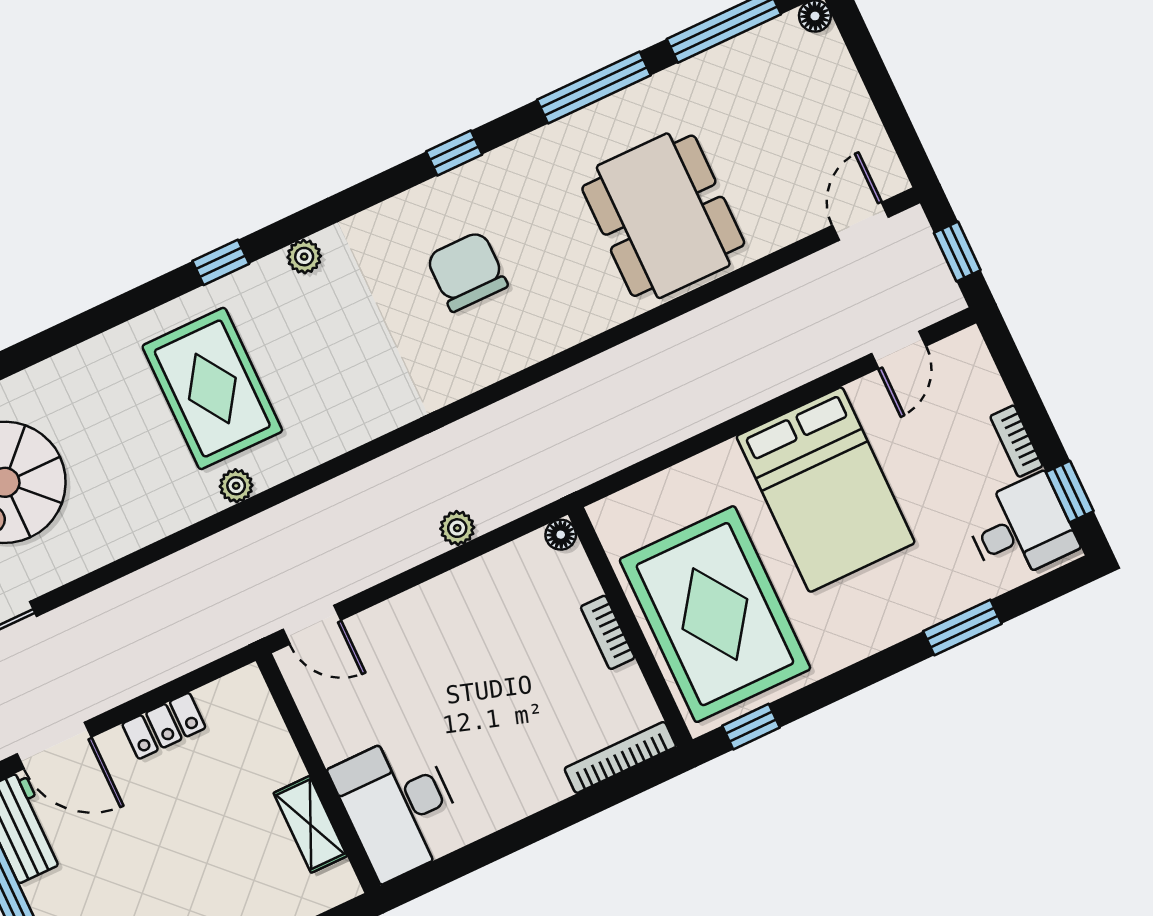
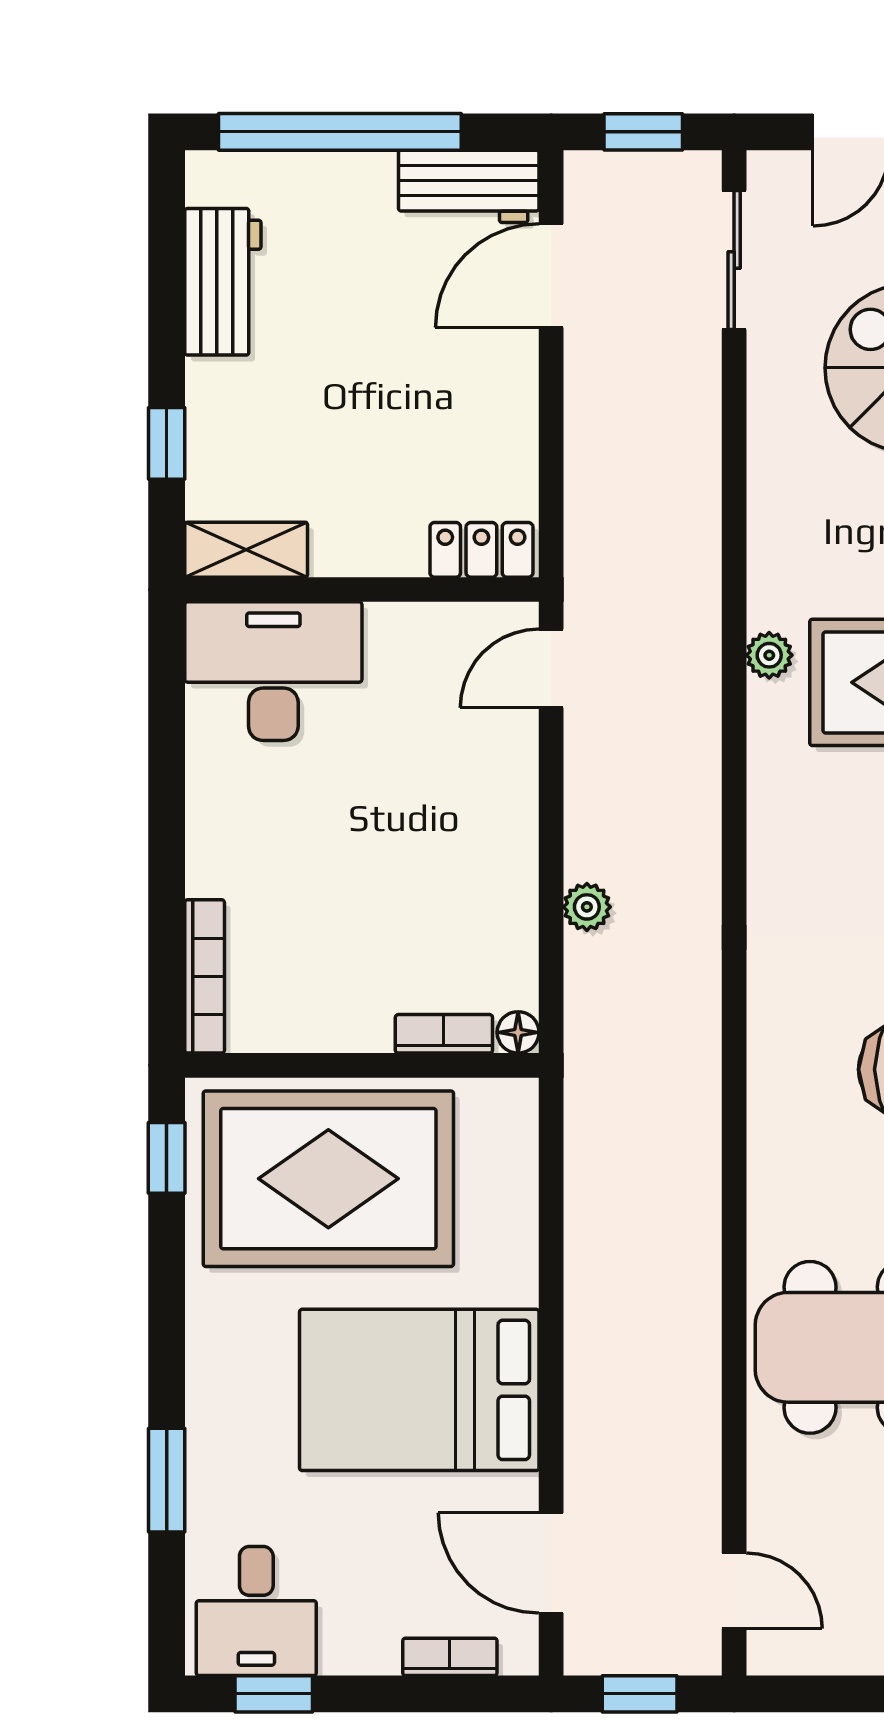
door: (899, 350) -> (551, 1563), width x1.38
bookcase: (1016, 441) -> (450, 1657), moved
bookcase: (608, 632) -> (444, 1034), moved
locker: (164, 726) -> (481, 550), moved, turned 90
shelving: (310, 824) -> (246, 550), moved

